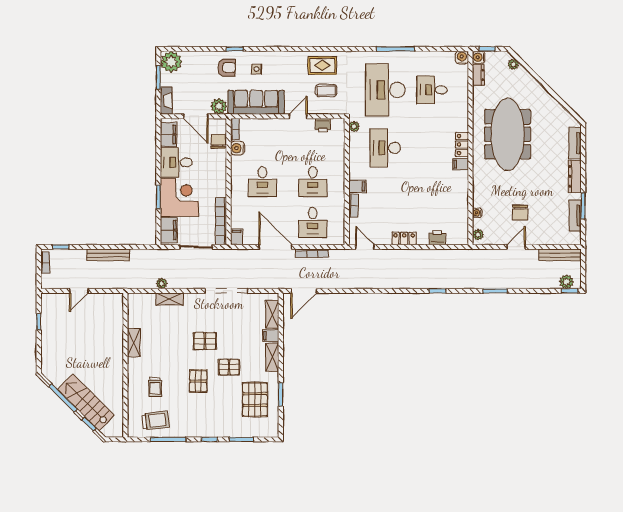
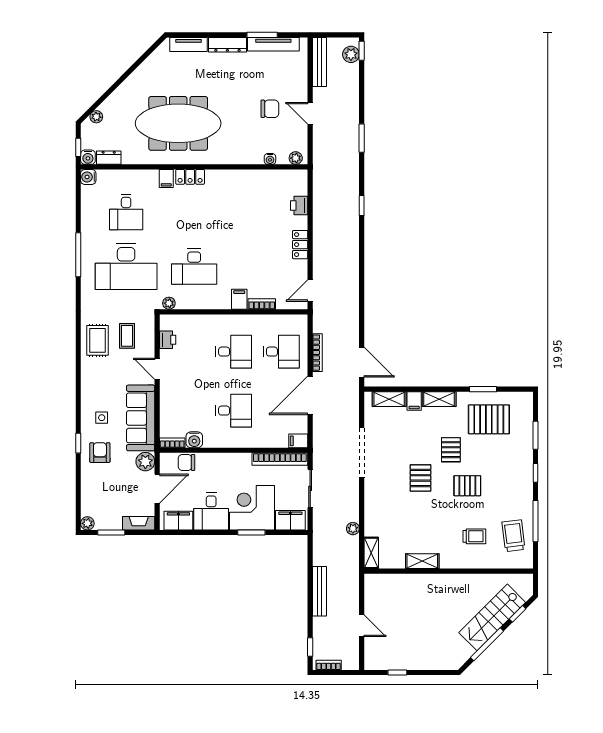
plant: (171, 62) -> (87, 523), width x0.53, depth x0.53
filing cabinet: (461, 164) -> (166, 178), moved
tv unit: (575, 216) -> (273, 44), width x1.41
shelving: (170, 299) -> (371, 553), moved

